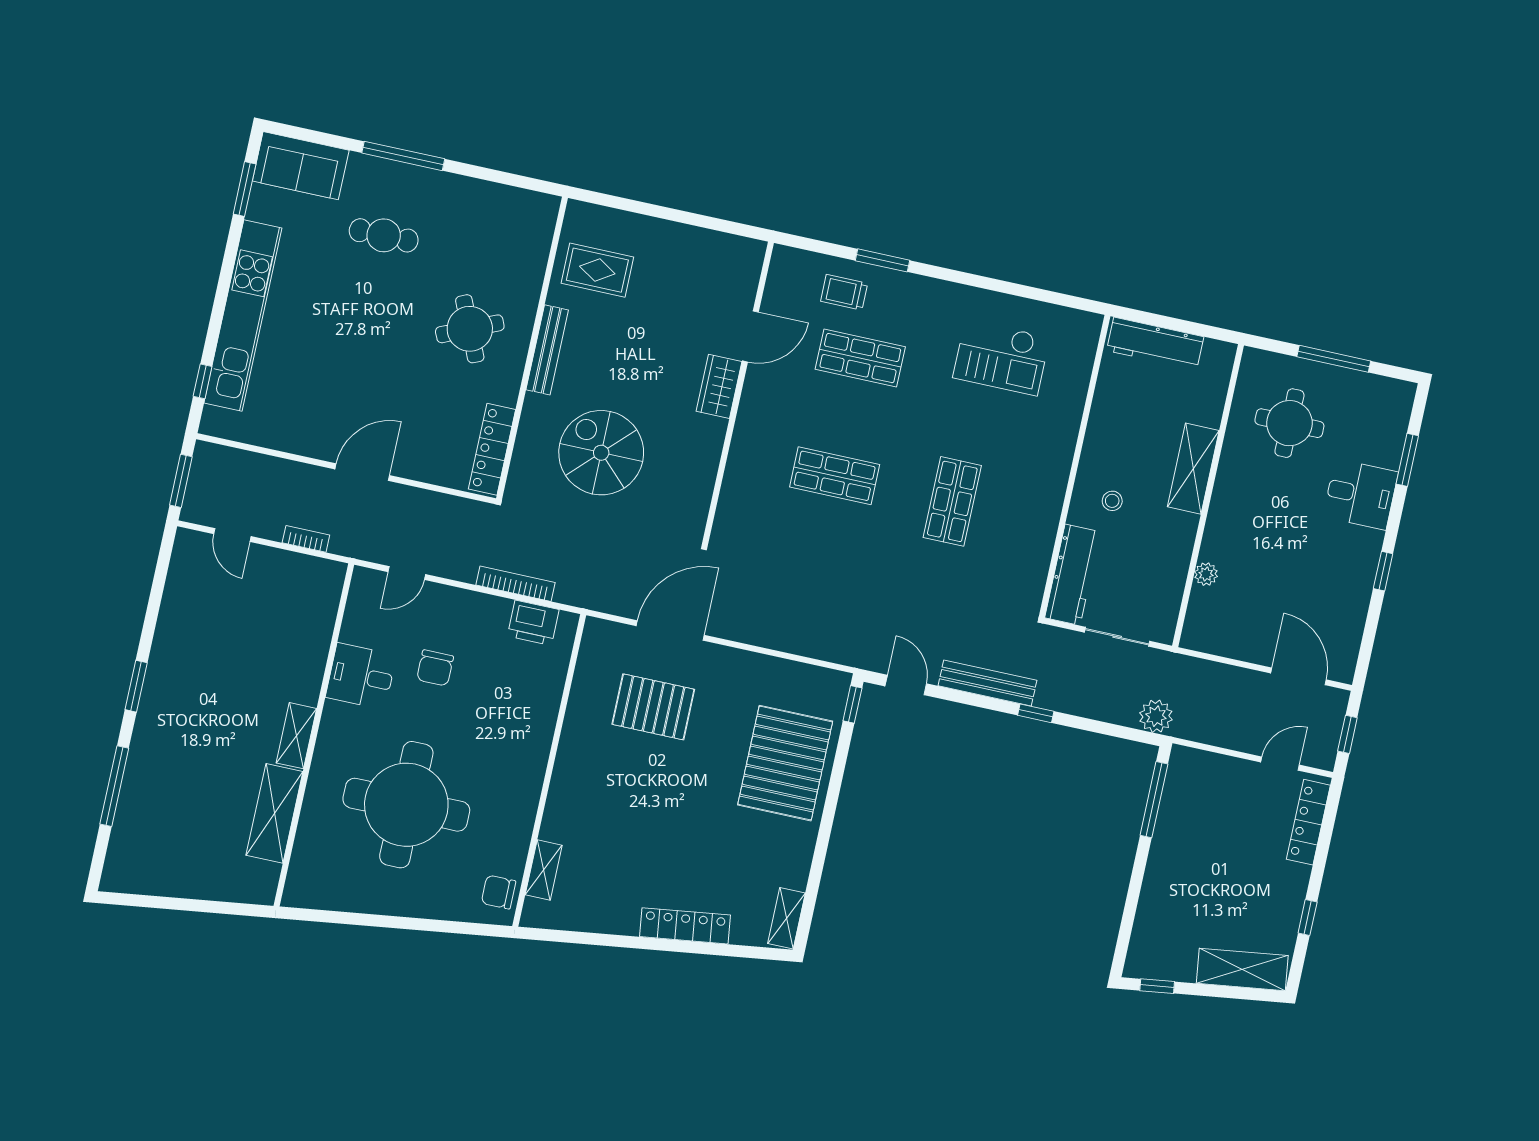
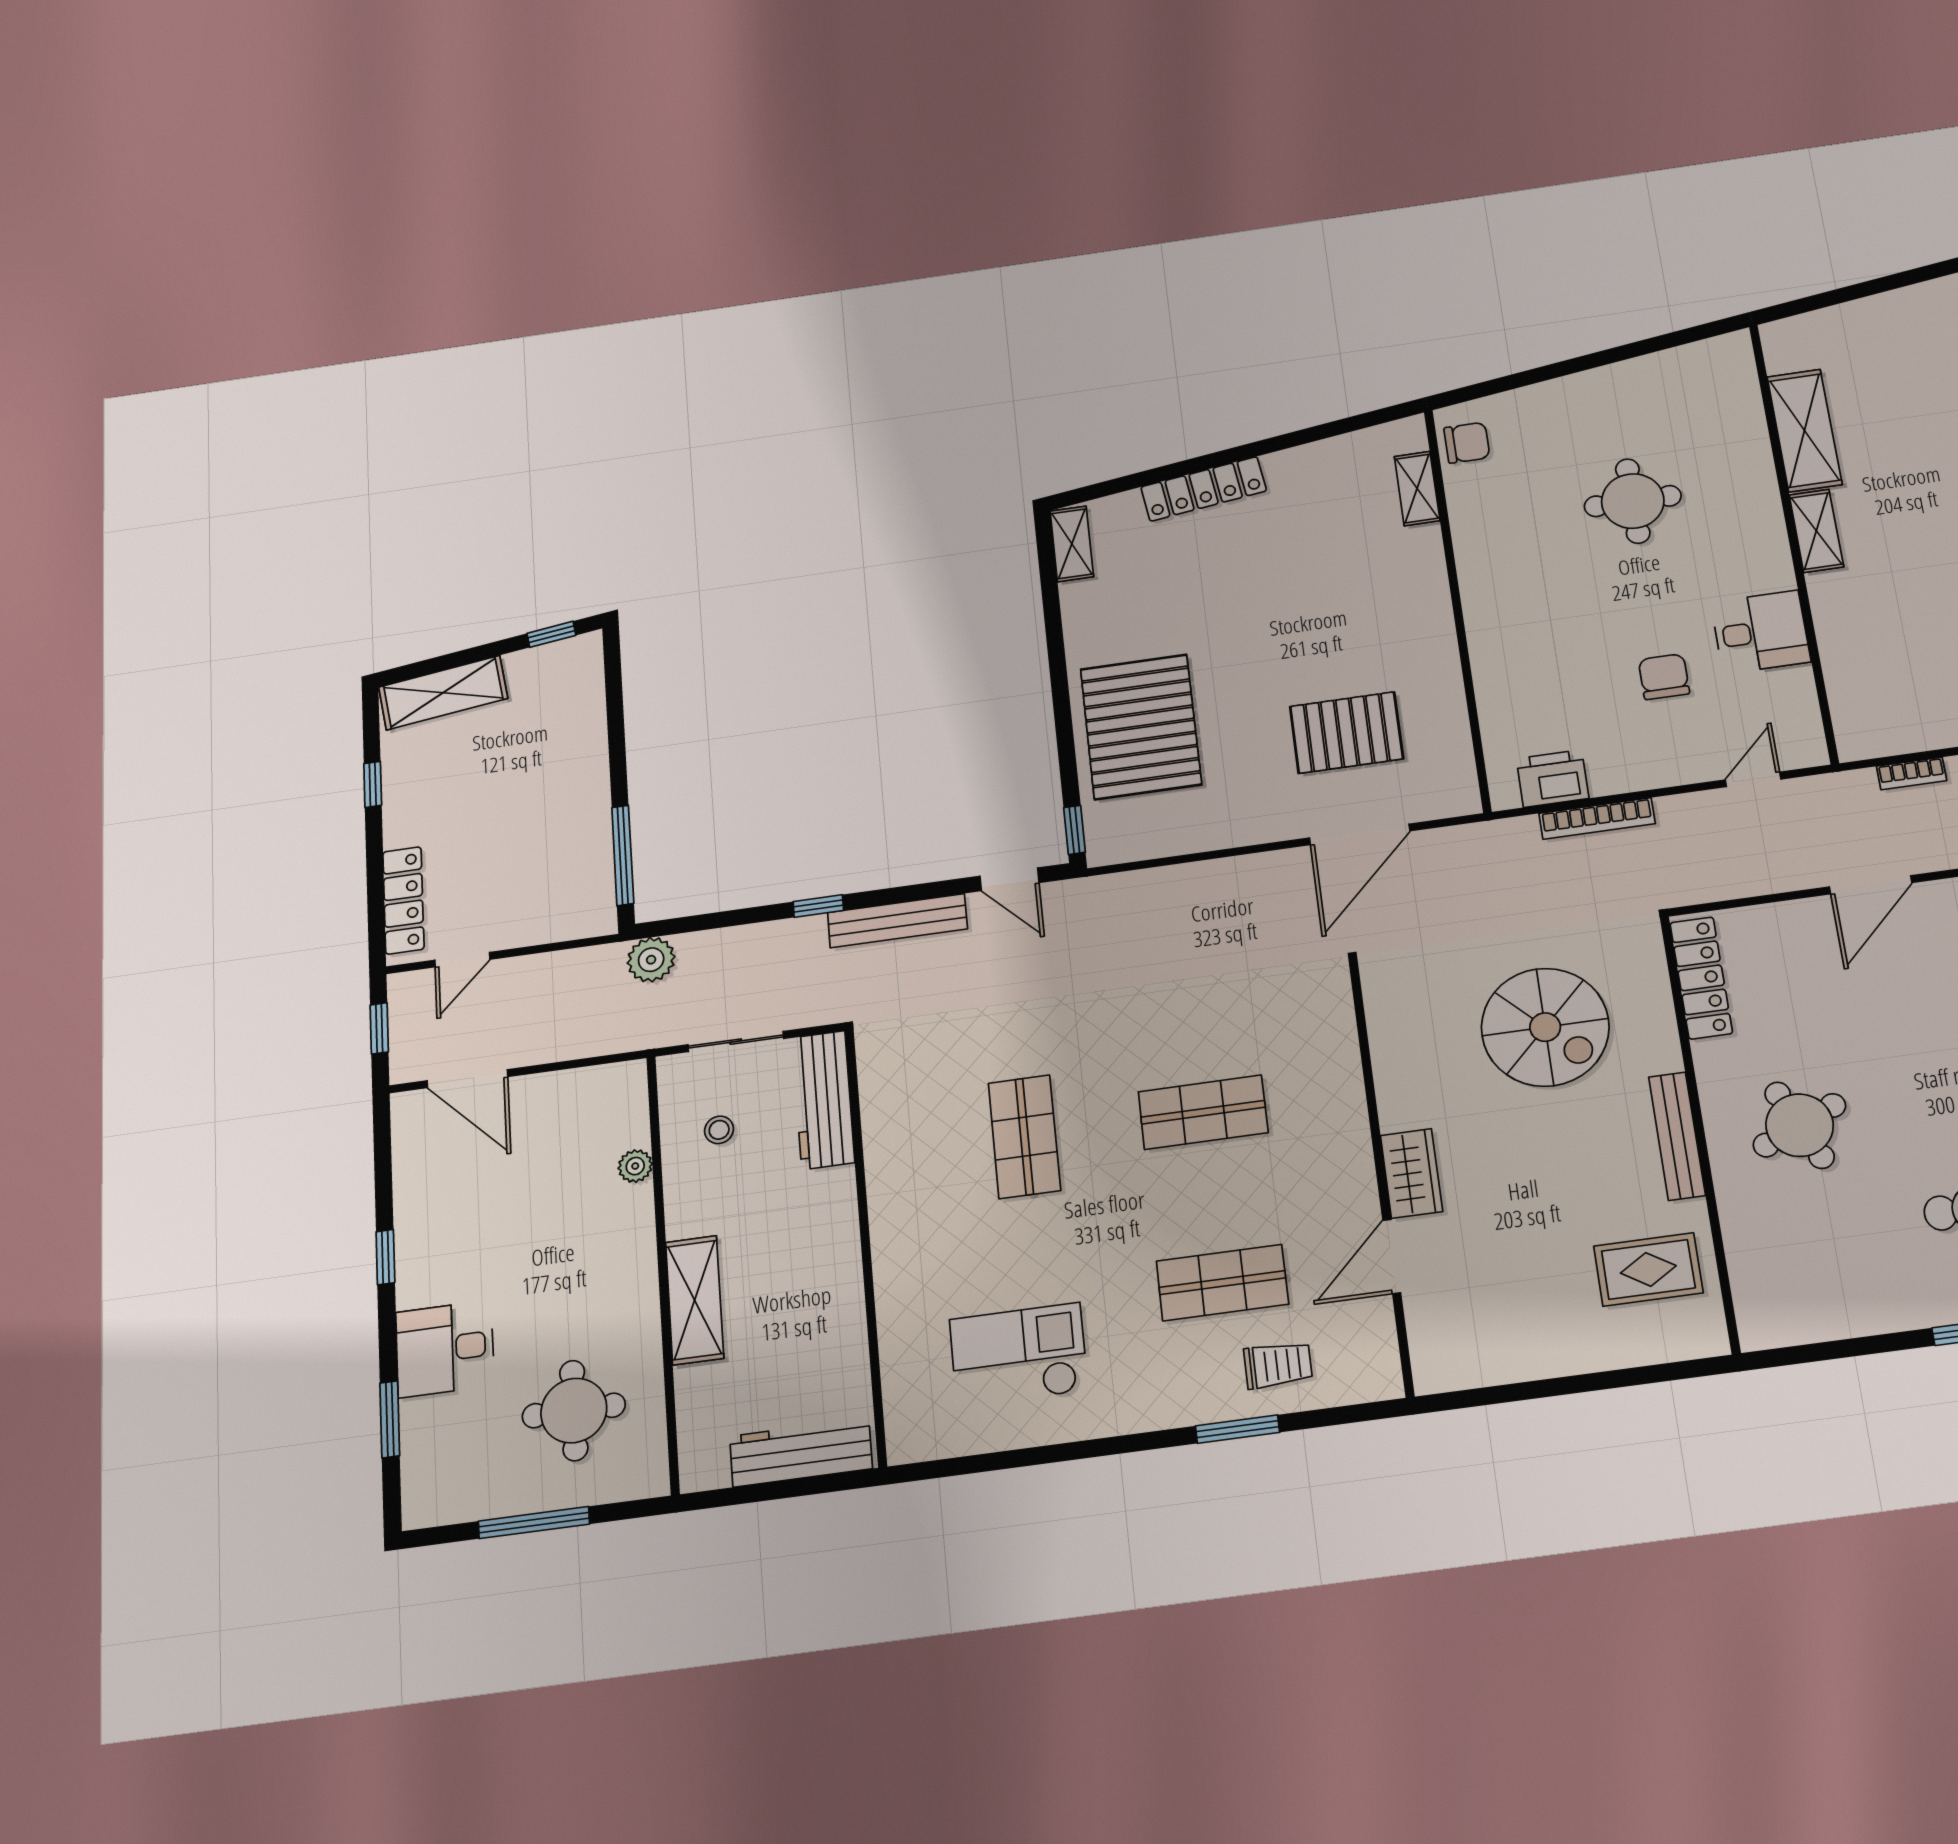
stool: (1112, 501) -> (719, 1130), moved
round table: (406, 805) -> (1633, 501), width x0.54, depth x0.54

